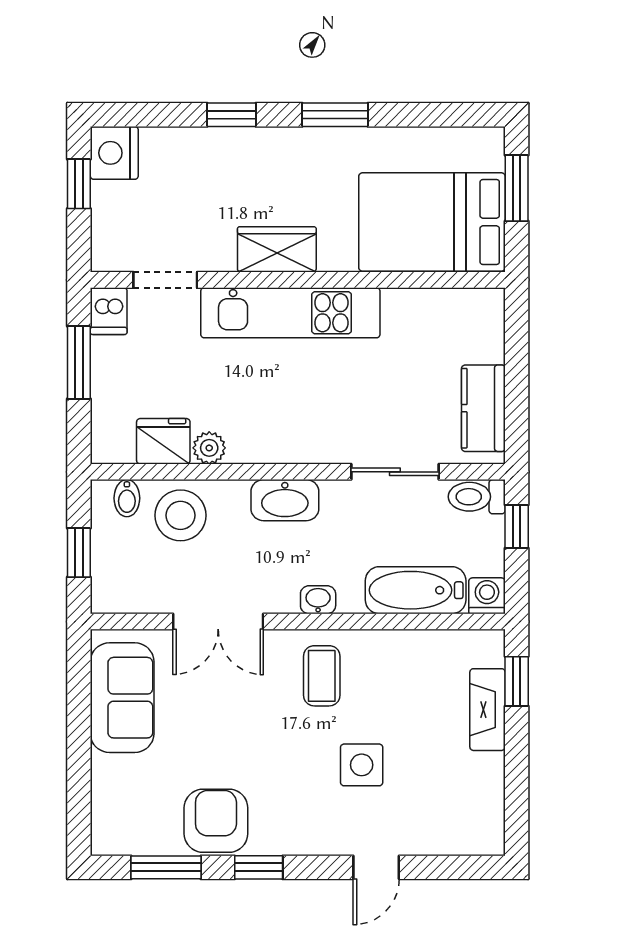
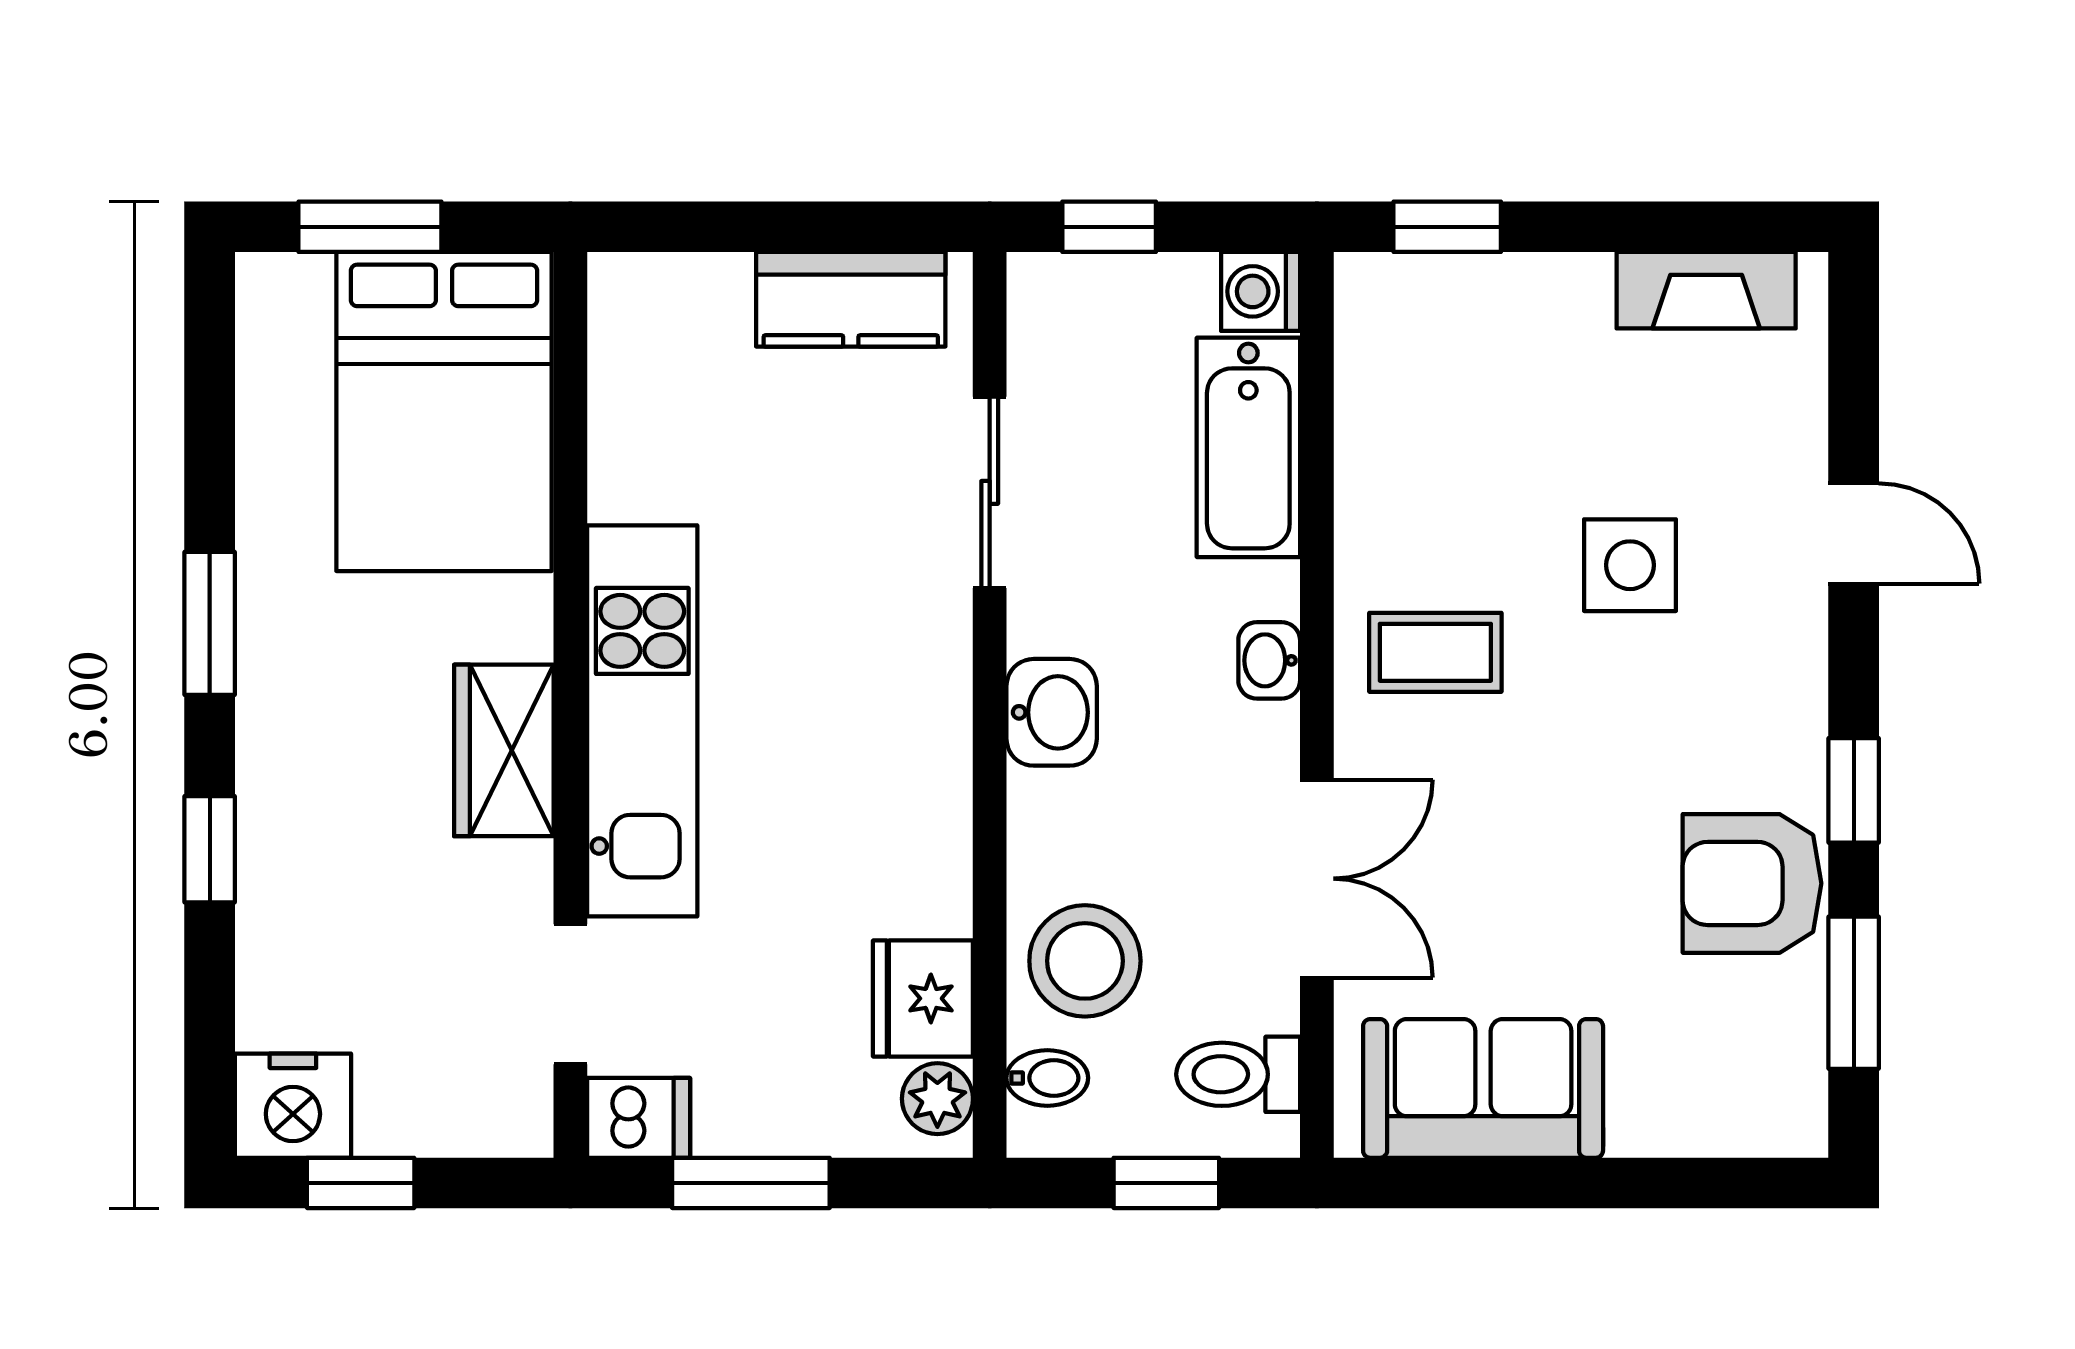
plant: (209, 448) -> (937, 1099), moved
toilet: (477, 497) -> (1238, 1074), moved, turned 90
washbasin: (285, 500) -> (1052, 712), width x0.72
fireplace: (488, 710) -> (1706, 290), moved

